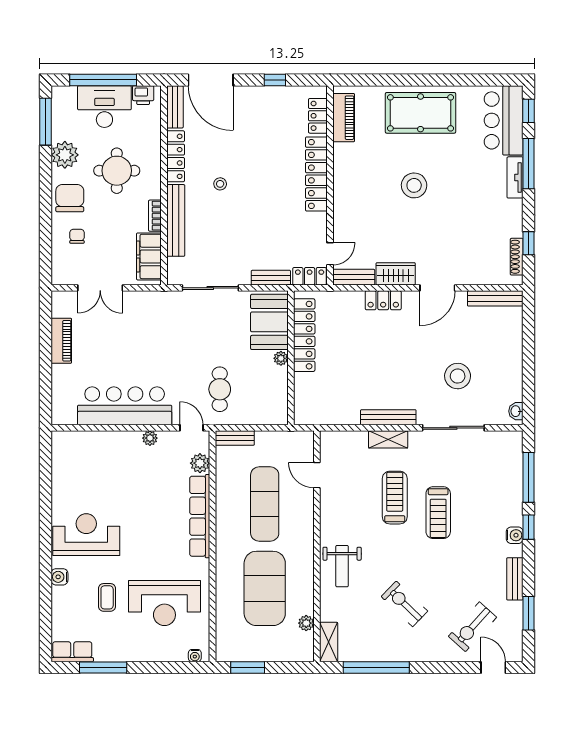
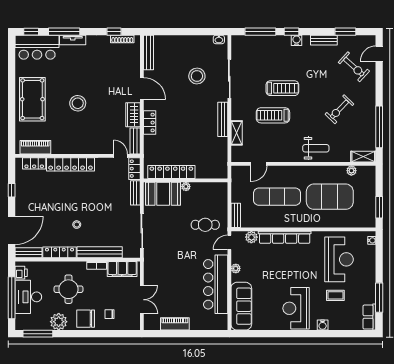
shelving: (388, 439) -> (237, 133), moved
sofa: (90, 447) -> (241, 306), added

